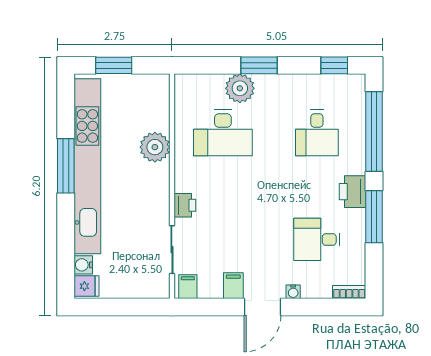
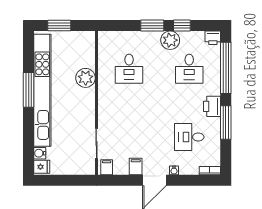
window: (334, 65) -> (182, 26), moved
plant: (240, 88) -> (170, 40), moved
desk: (223, 133) -> (129, 69), width x0.73
printer: (185, 205) -> (213, 38), moved, turned 90

